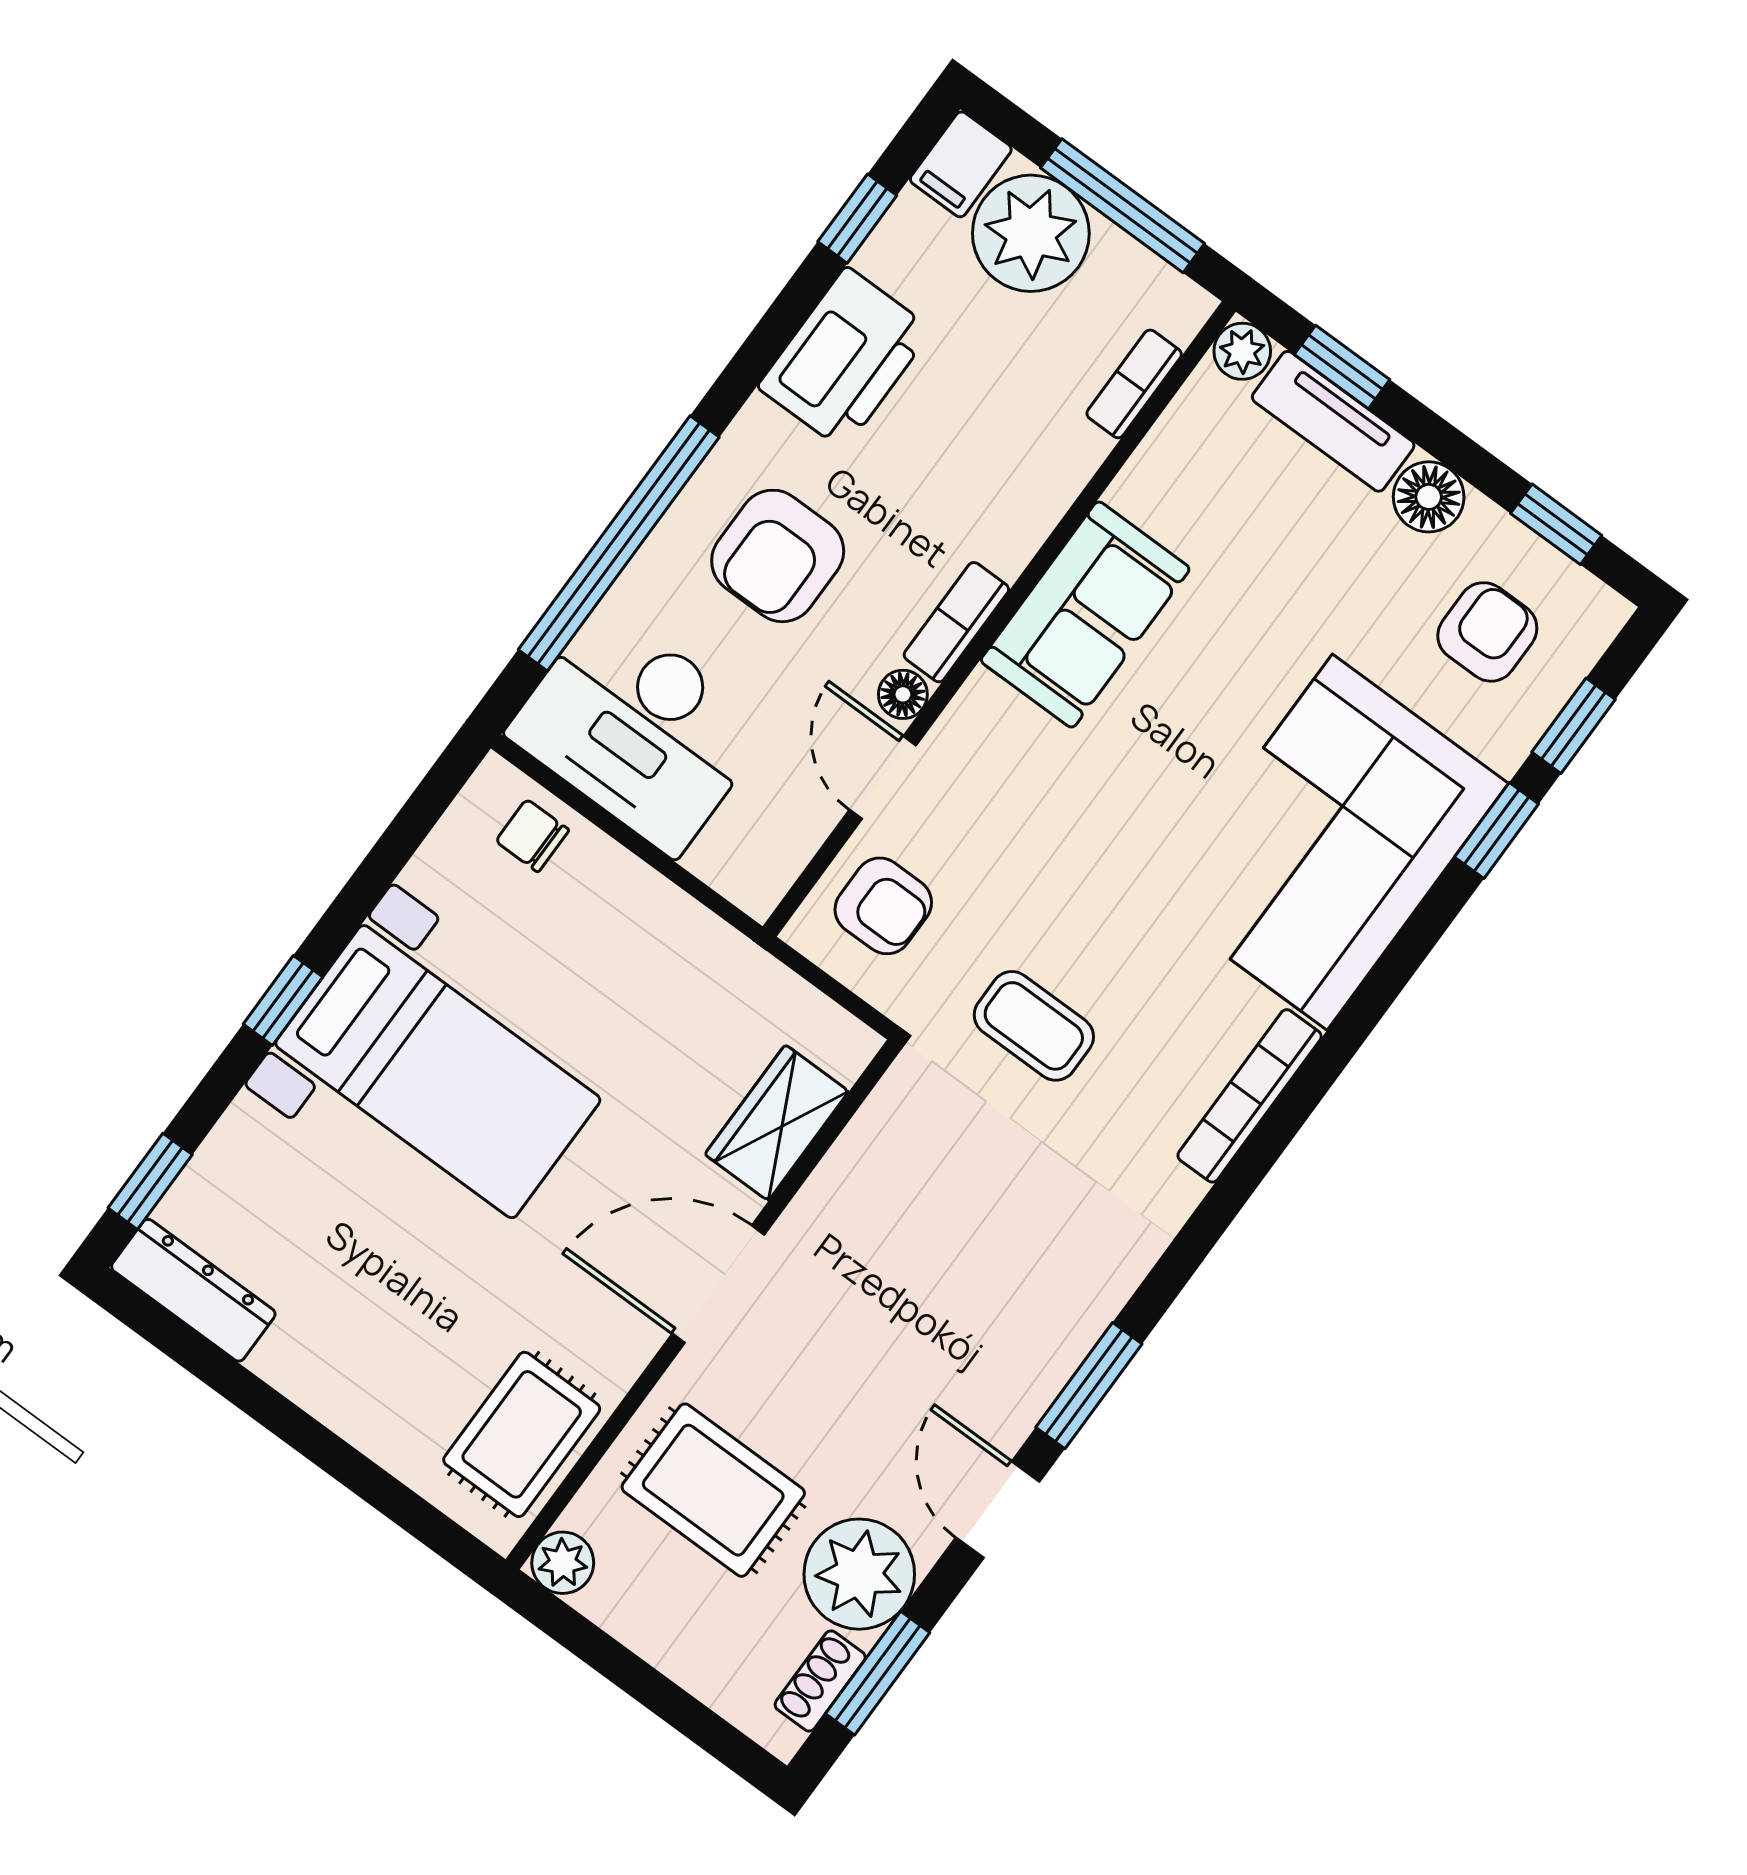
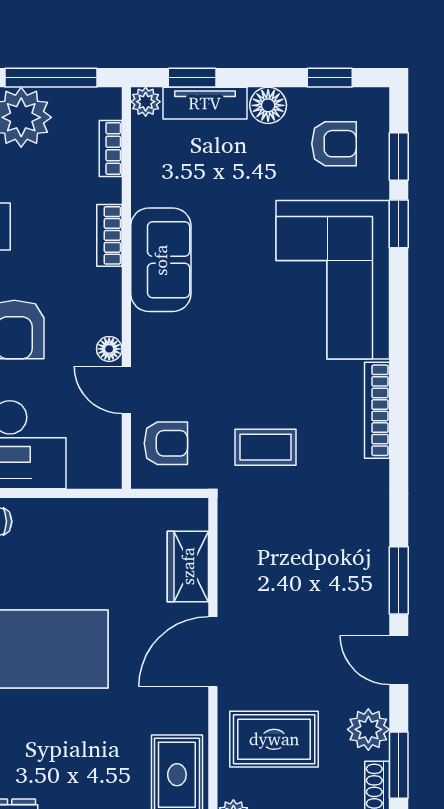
bookcase: (956, 622) -> (109, 235), moved
armchair: (1487, 632) -> (334, 144), turned 90
plant: (859, 1574) -> (368, 729), width x0.73, depth x0.73

